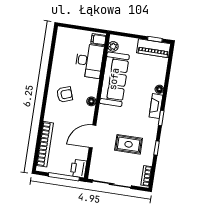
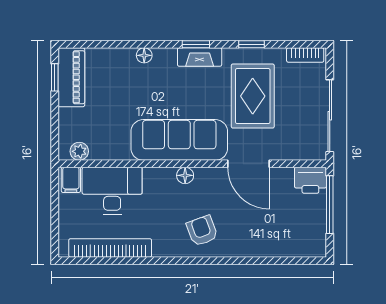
sofa: (114, 79) -> (179, 140), moved
armchair: (65, 95) -> (202, 231), moved
fireplace: (156, 106) -> (200, 57), moved
bookcase: (45, 144) -> (110, 248), moved
rug: (129, 144) -> (253, 96), width x1.36, depth x1.43

